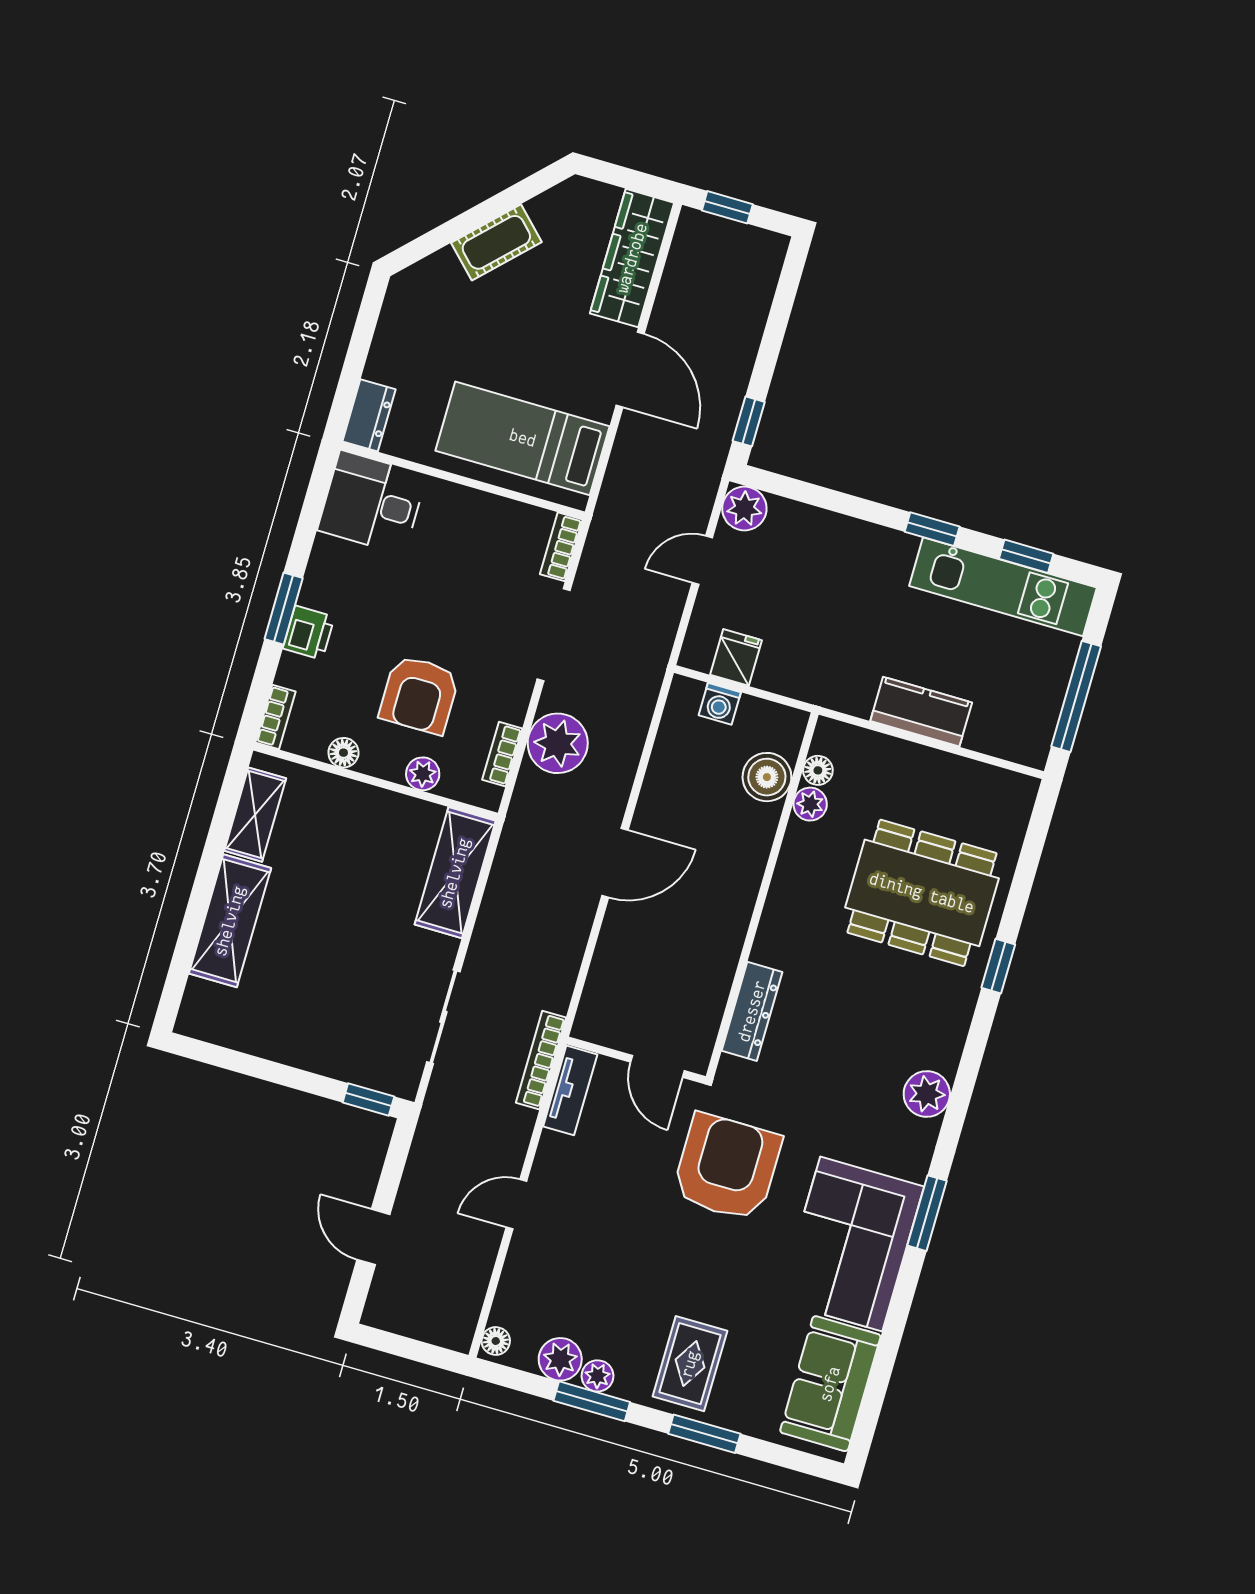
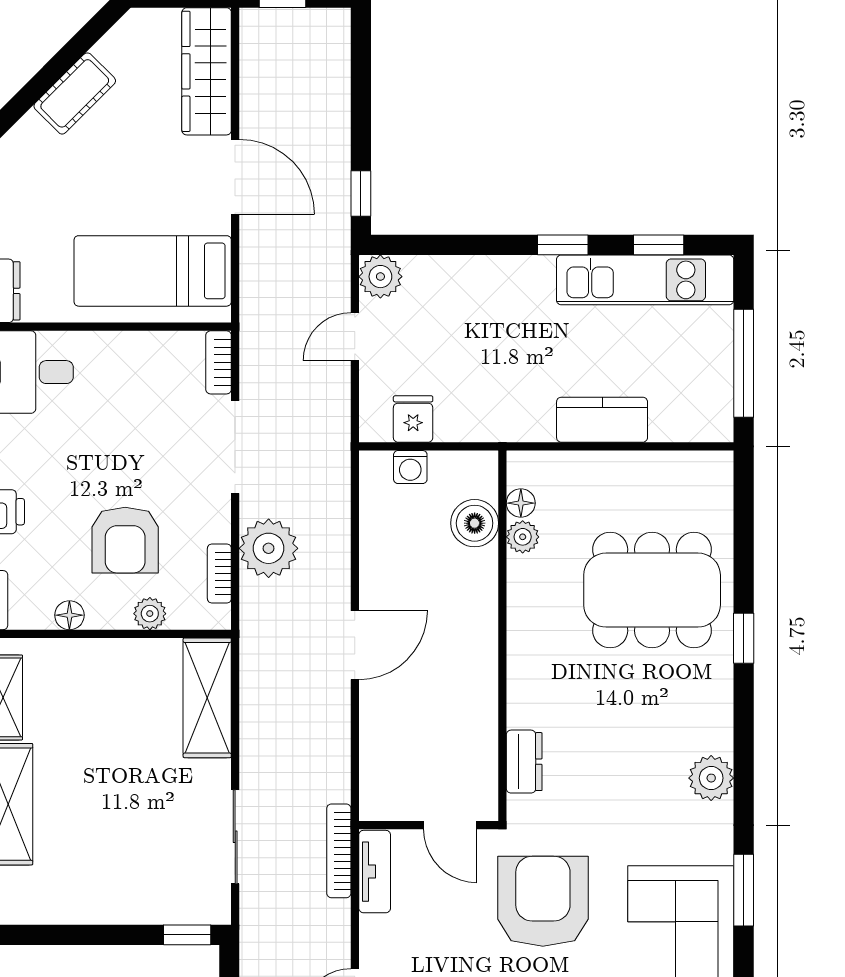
dresser: (752, 1011) -> (524, 762), width x0.70

